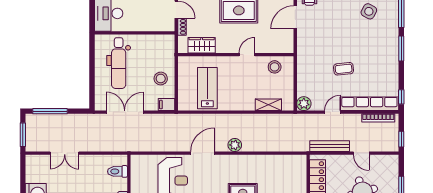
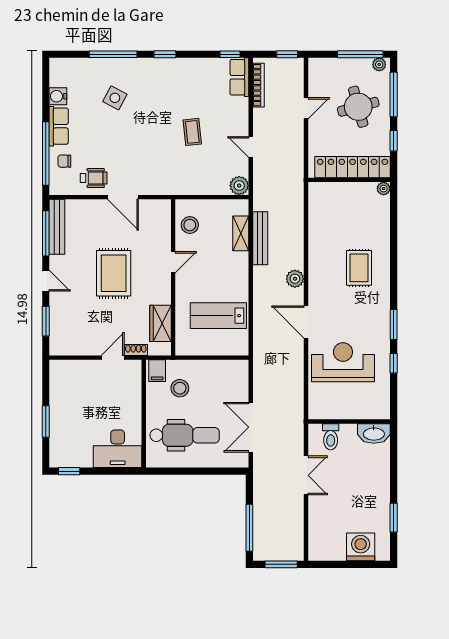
window: (401, 48) -> (165, 54), width x0.67
door: (247, 55) -> (173, 262), swing flipped
stool: (161, 79) -> (180, 388), moved
row of seats: (369, 104) -> (239, 77), width x0.50
filing cabinet: (167, 105) -> (157, 371), moved
bench: (330, 146) -> (260, 238), moved
double door: (65, 153) -> (306, 475), moved

